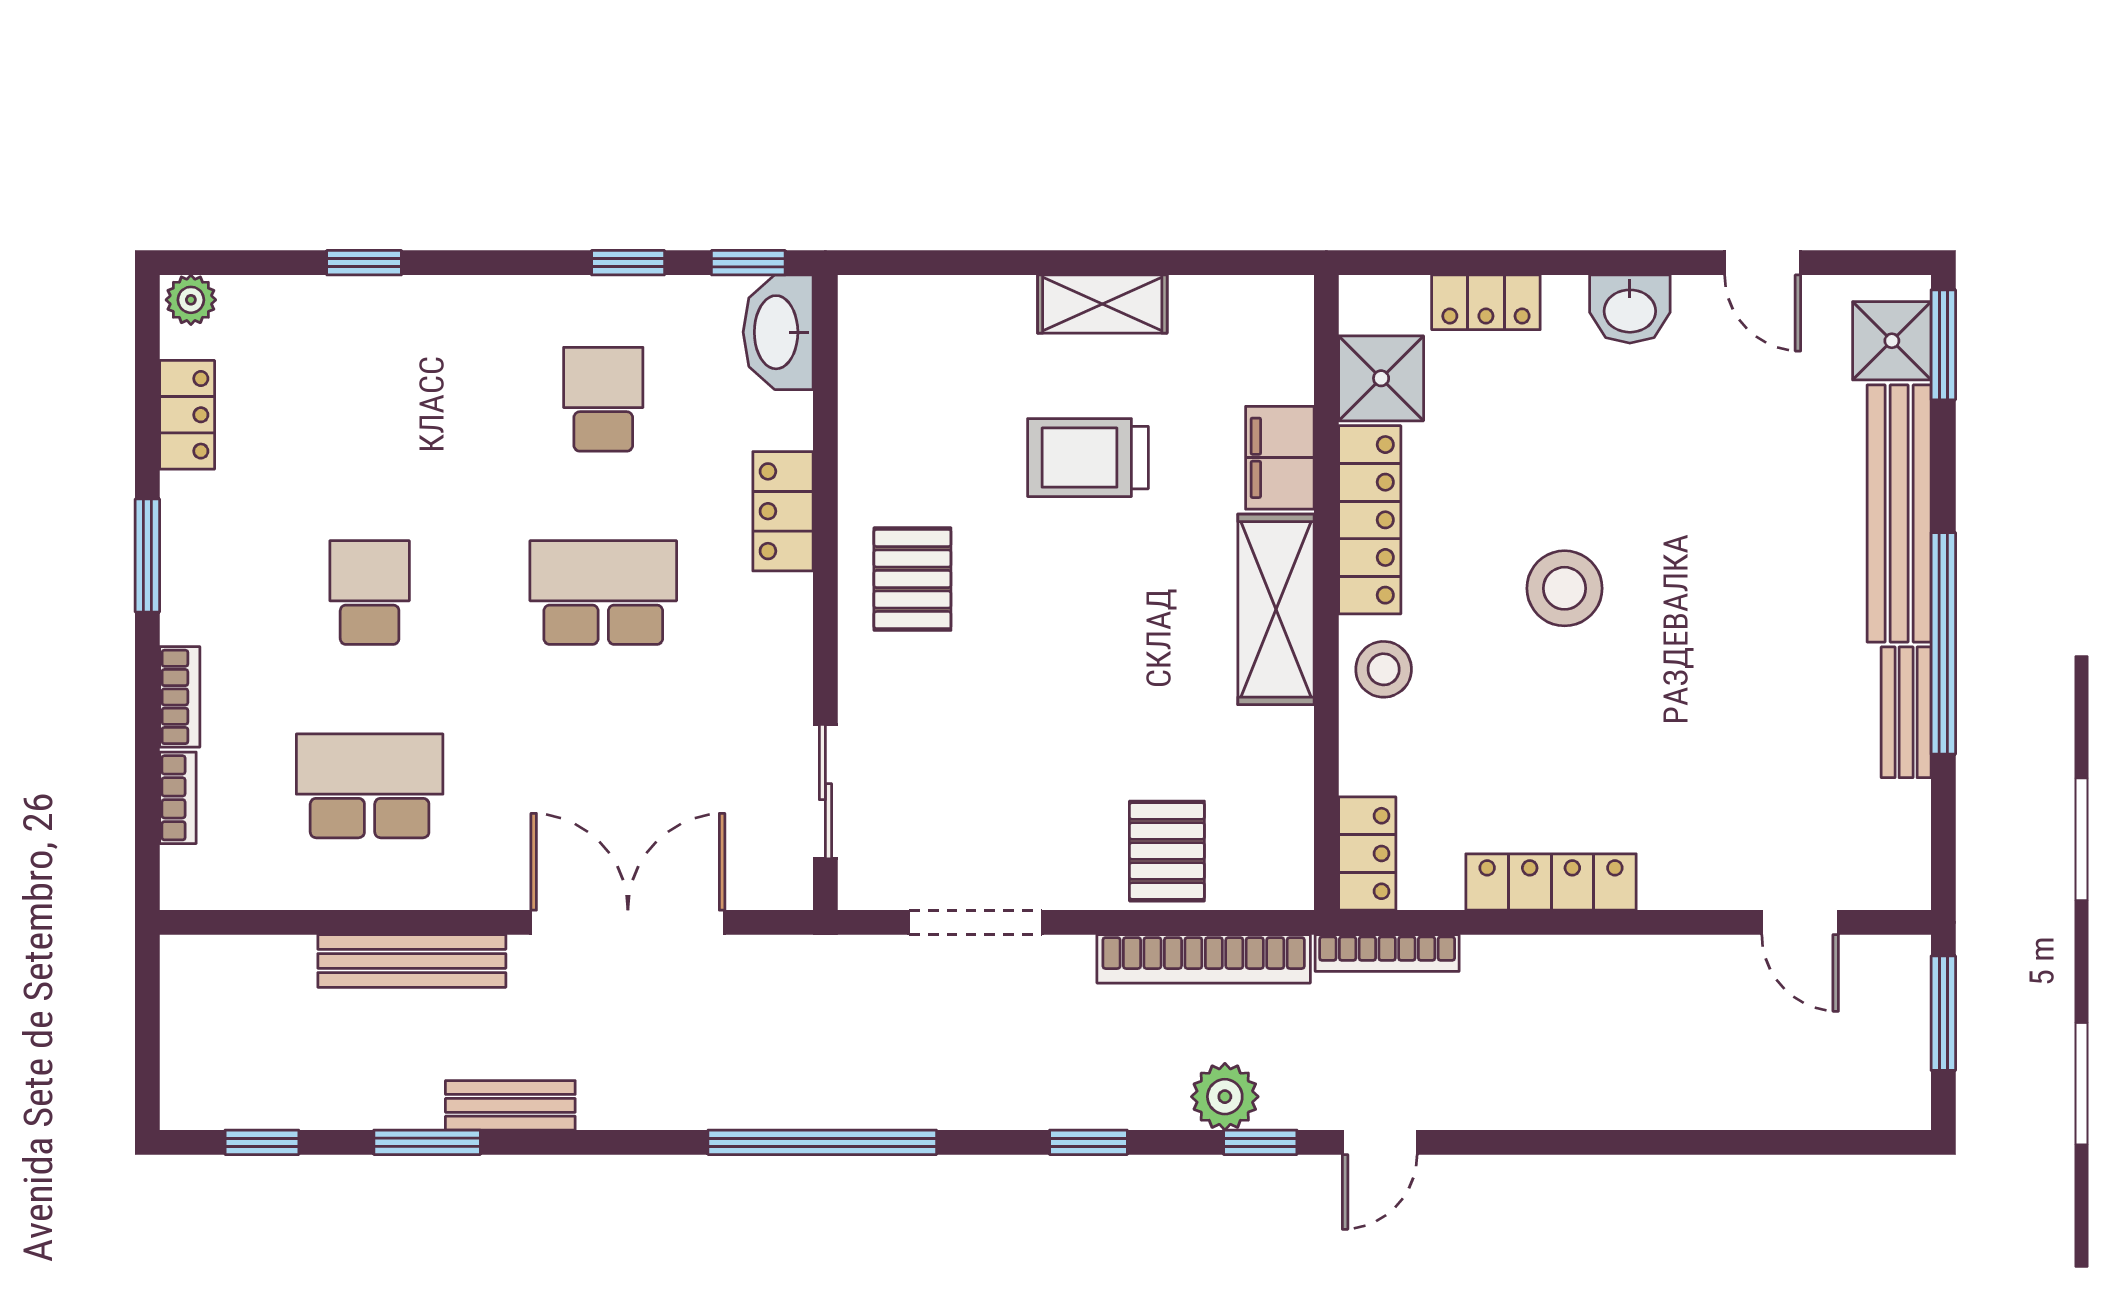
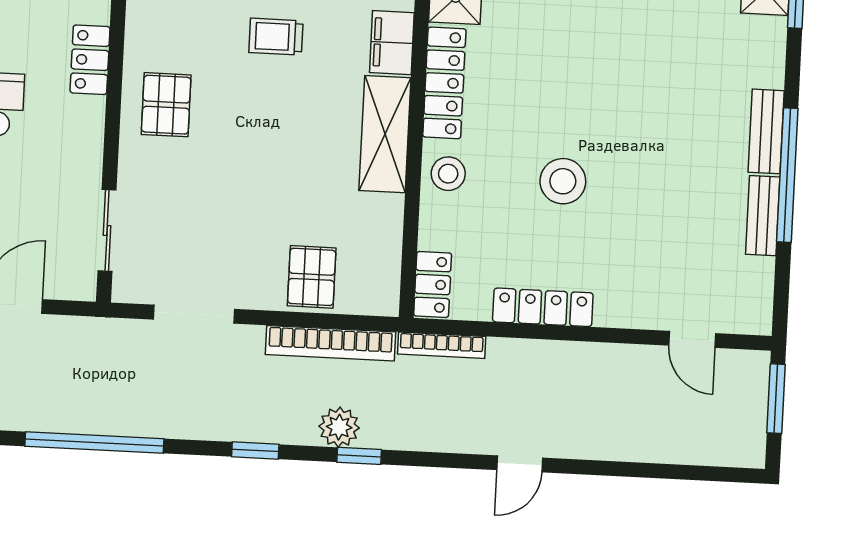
trolley: (1088, 458) -> (276, 37), width x0.73, depth x0.72
bench: (1899, 513) -> (766, 131), width x0.54, depth x0.82
stool: (1565, 588) -> (563, 181), moved
door: (1380, 1142) -> (520, 464), moved

